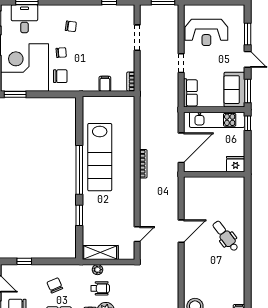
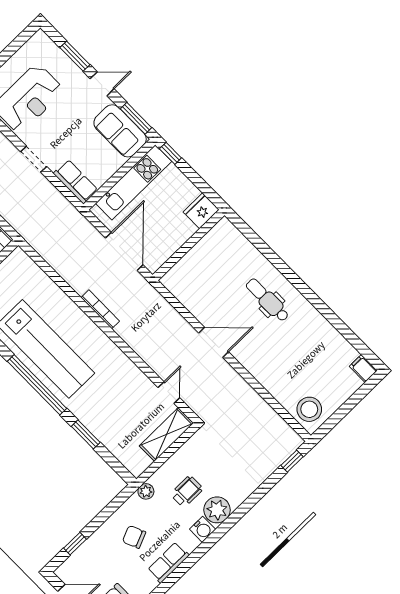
door: (181, 231) -> (214, 342), hinge flipped
dental chair: (226, 236) -> (267, 300), turned 37
shelving: (100, 252) -> (166, 434), moved
plant: (97, 270) -> (146, 491), moved

